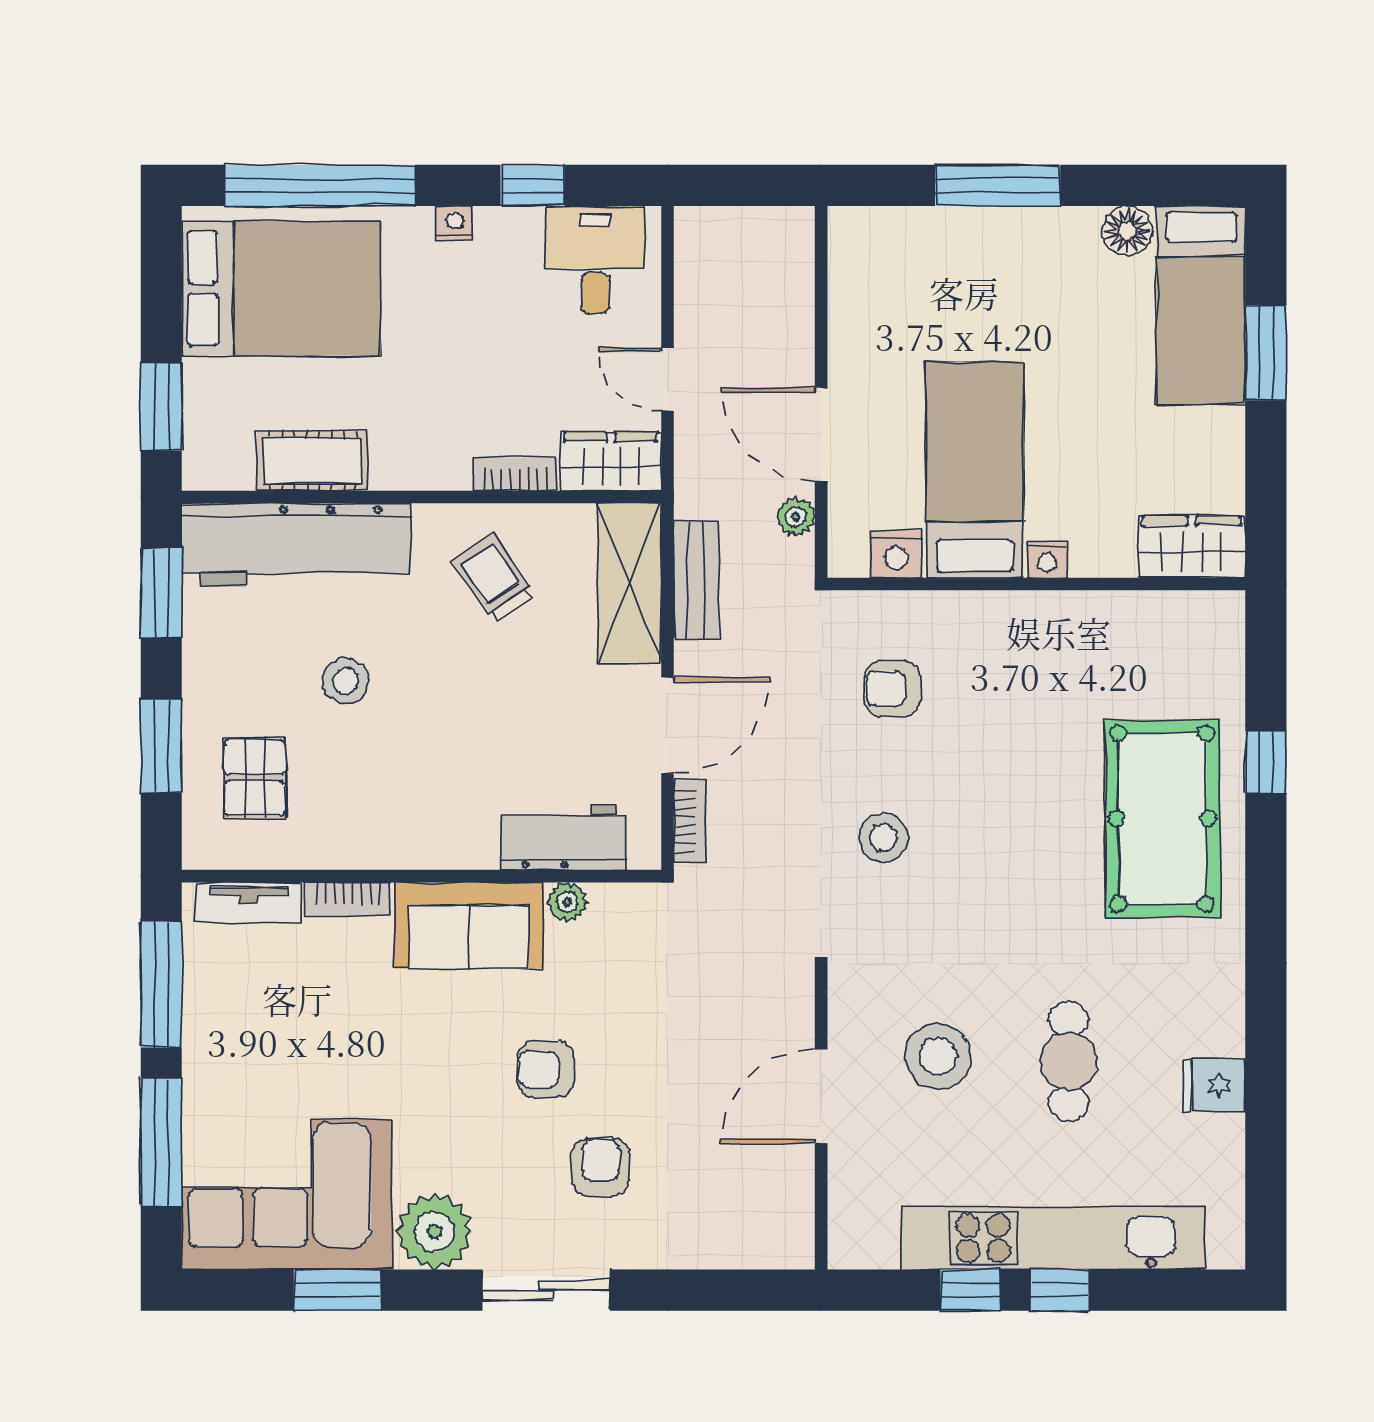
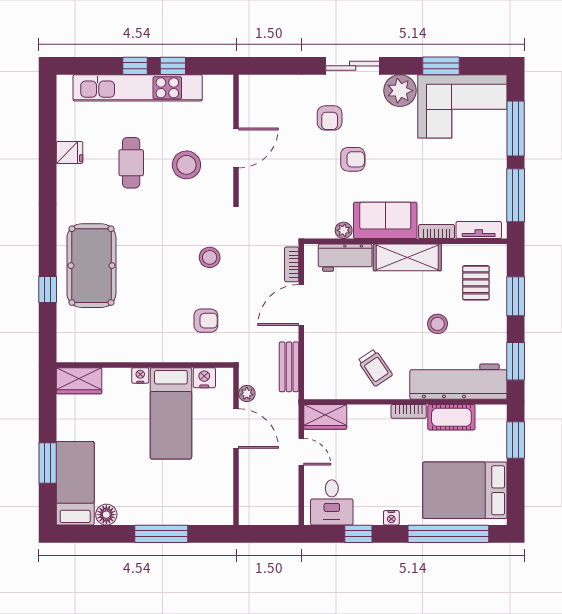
bookcase: (515, 474) -> (409, 411), moved
shelving: (629, 583) -> (407, 257), moved, turned 90

